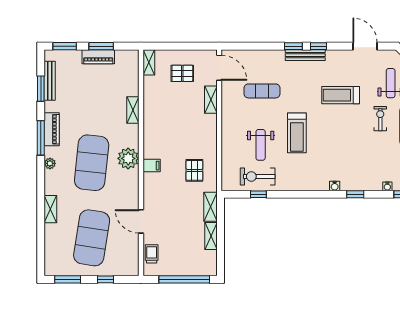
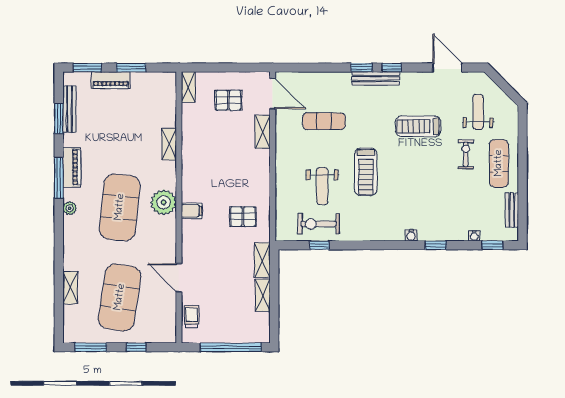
piano: (98, 57) -> (111, 80), moved
pallet: (194, 170) -> (243, 217), turned 90
shelving: (50, 209) -> (70, 288), moved

